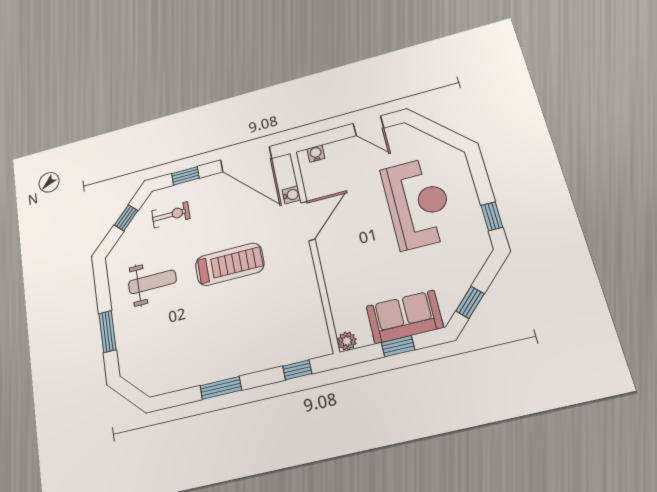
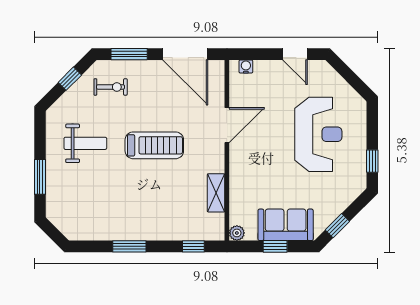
window: (185, 176) -> (129, 54), width x1.50
water cooler: (291, 195) -> (218, 98), removed
shelving: (311, 300) -> (216, 193), added

